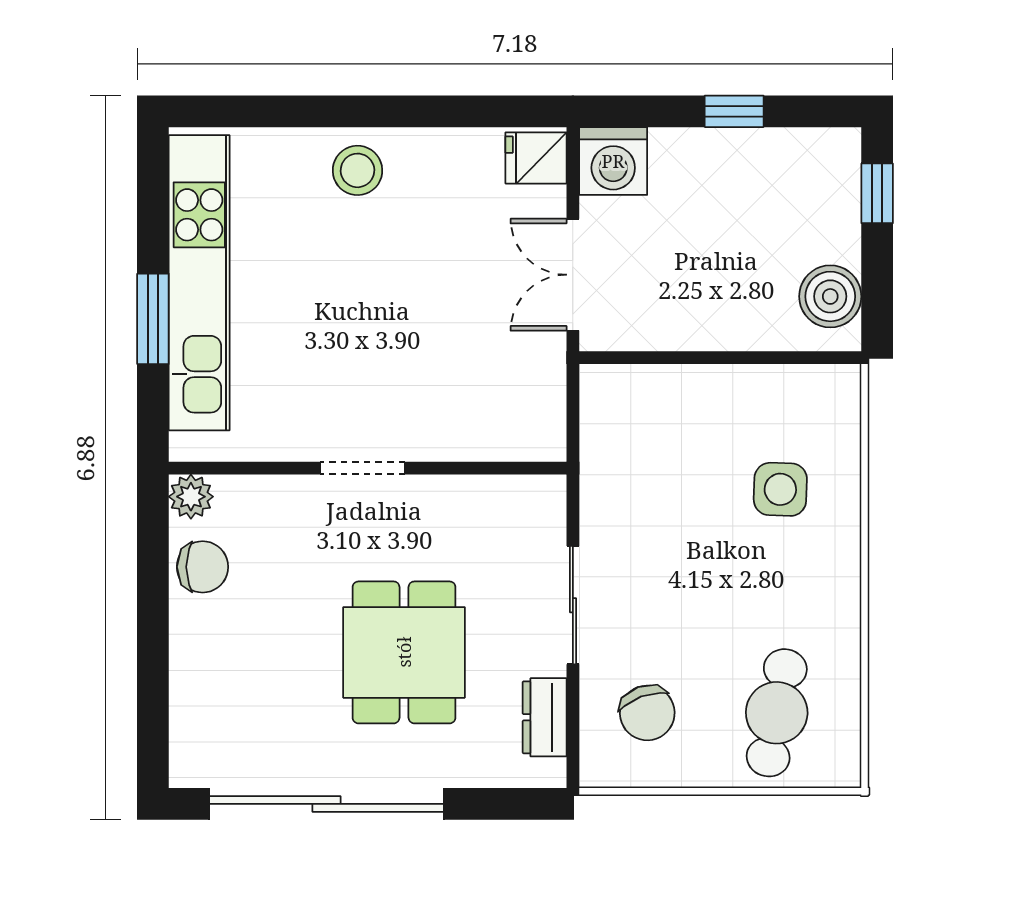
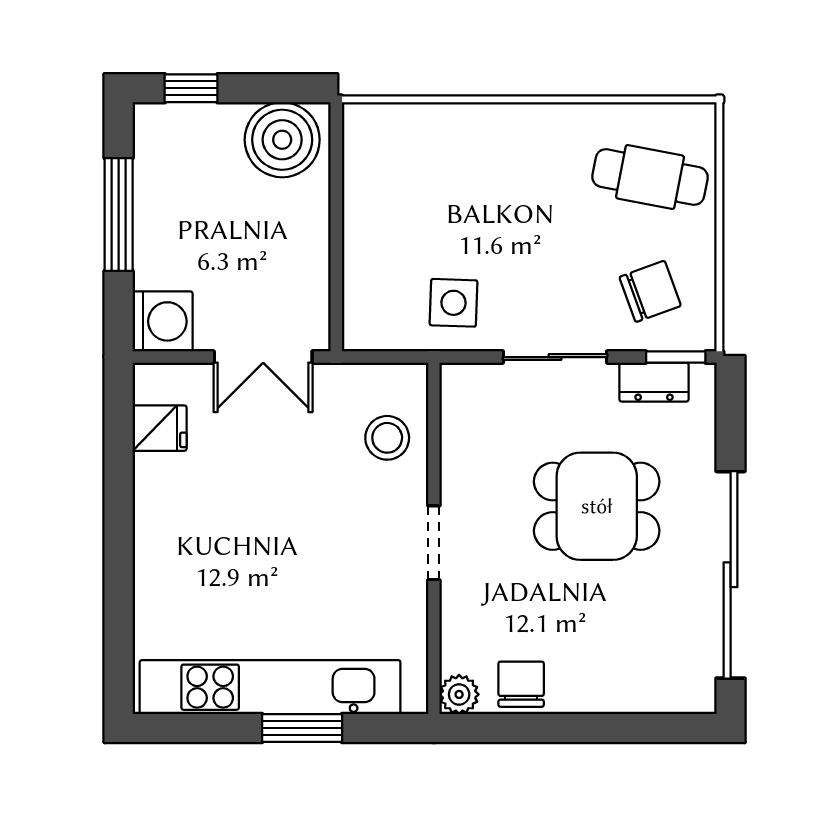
window: (734, 111) -> (119, 215), width x2.17
fridge: (536, 158) -> (160, 428), moved, turned -90
stool: (357, 170) -> (387, 438), moved
boiler: (830, 296) -> (282, 140), width x1.37, depth x1.37
side table: (780, 489) -> (454, 303), moved
window: (573, 742) -> (676, 357), added

